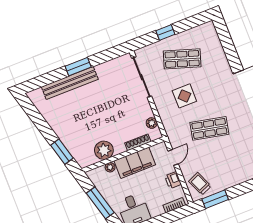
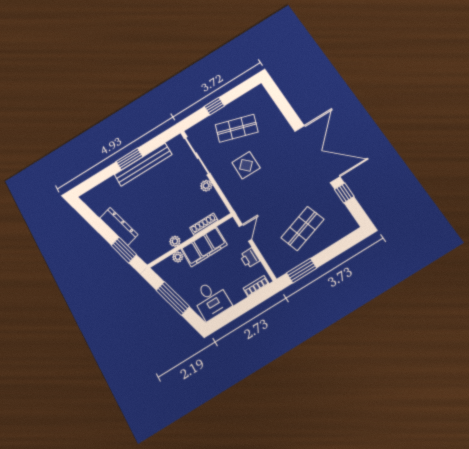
bench: (70, 83) -> (143, 165), moved
plant: (152, 123) -> (206, 186), moved
shop shelf: (209, 128) -> (302, 228), moved, turned -30
dresser: (60, 129) -> (119, 226), added
plant: (104, 150) -> (175, 241), width x0.53, depth x0.53
trolley: (200, 184) -> (281, 256), removed

